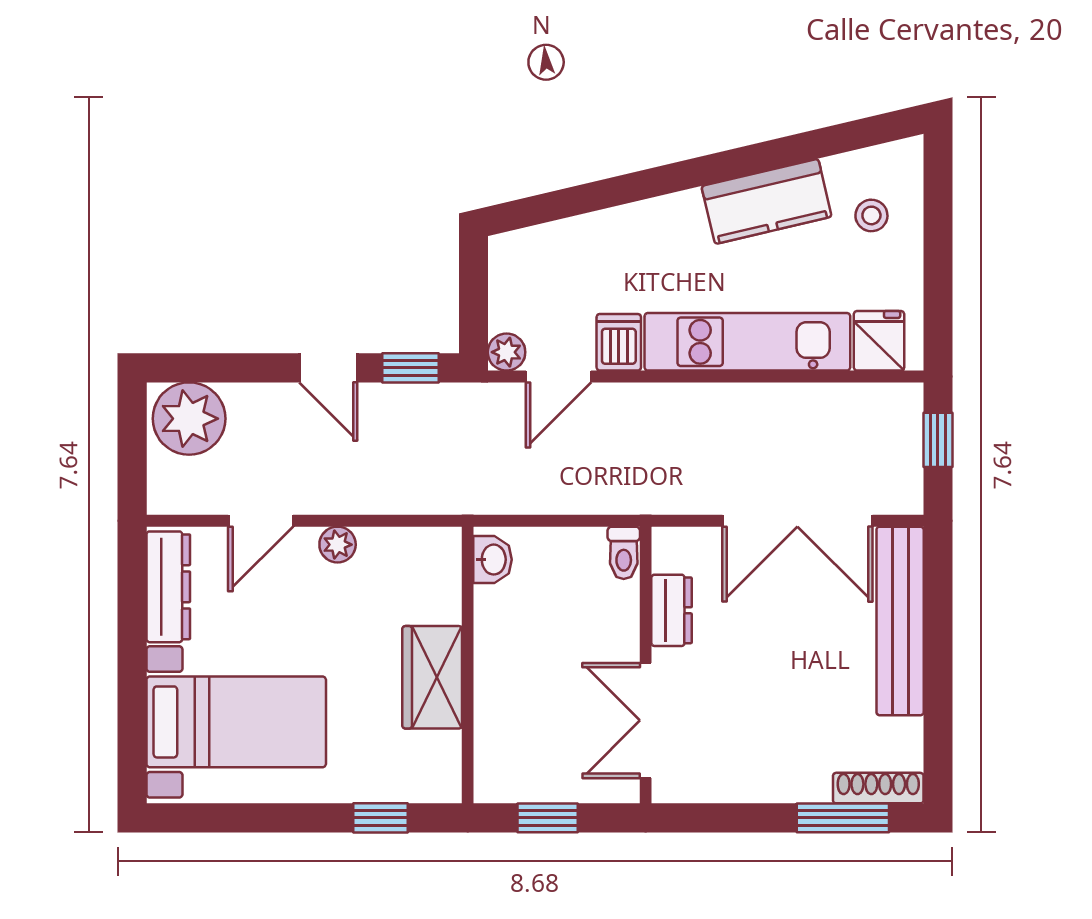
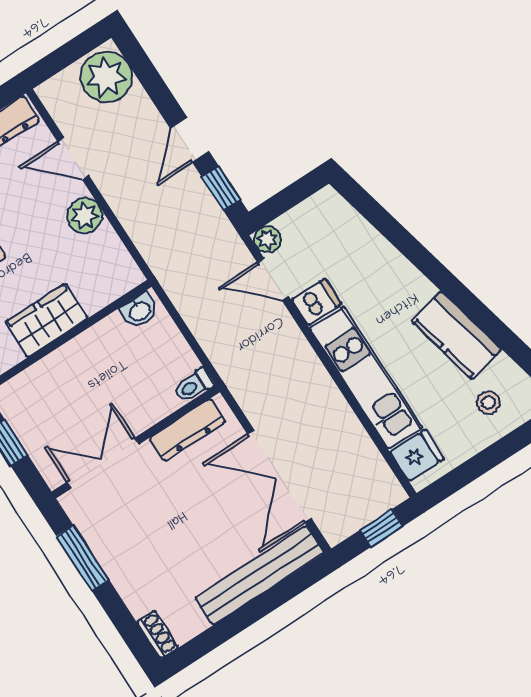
plant: (338, 545) -> (85, 216), width x1.38, depth x1.38
dresser: (672, 610) -> (187, 430), width x1.44
shoe rack: (878, 788) -> (158, 635), width x0.70
window: (843, 818) -> (83, 558), moved

